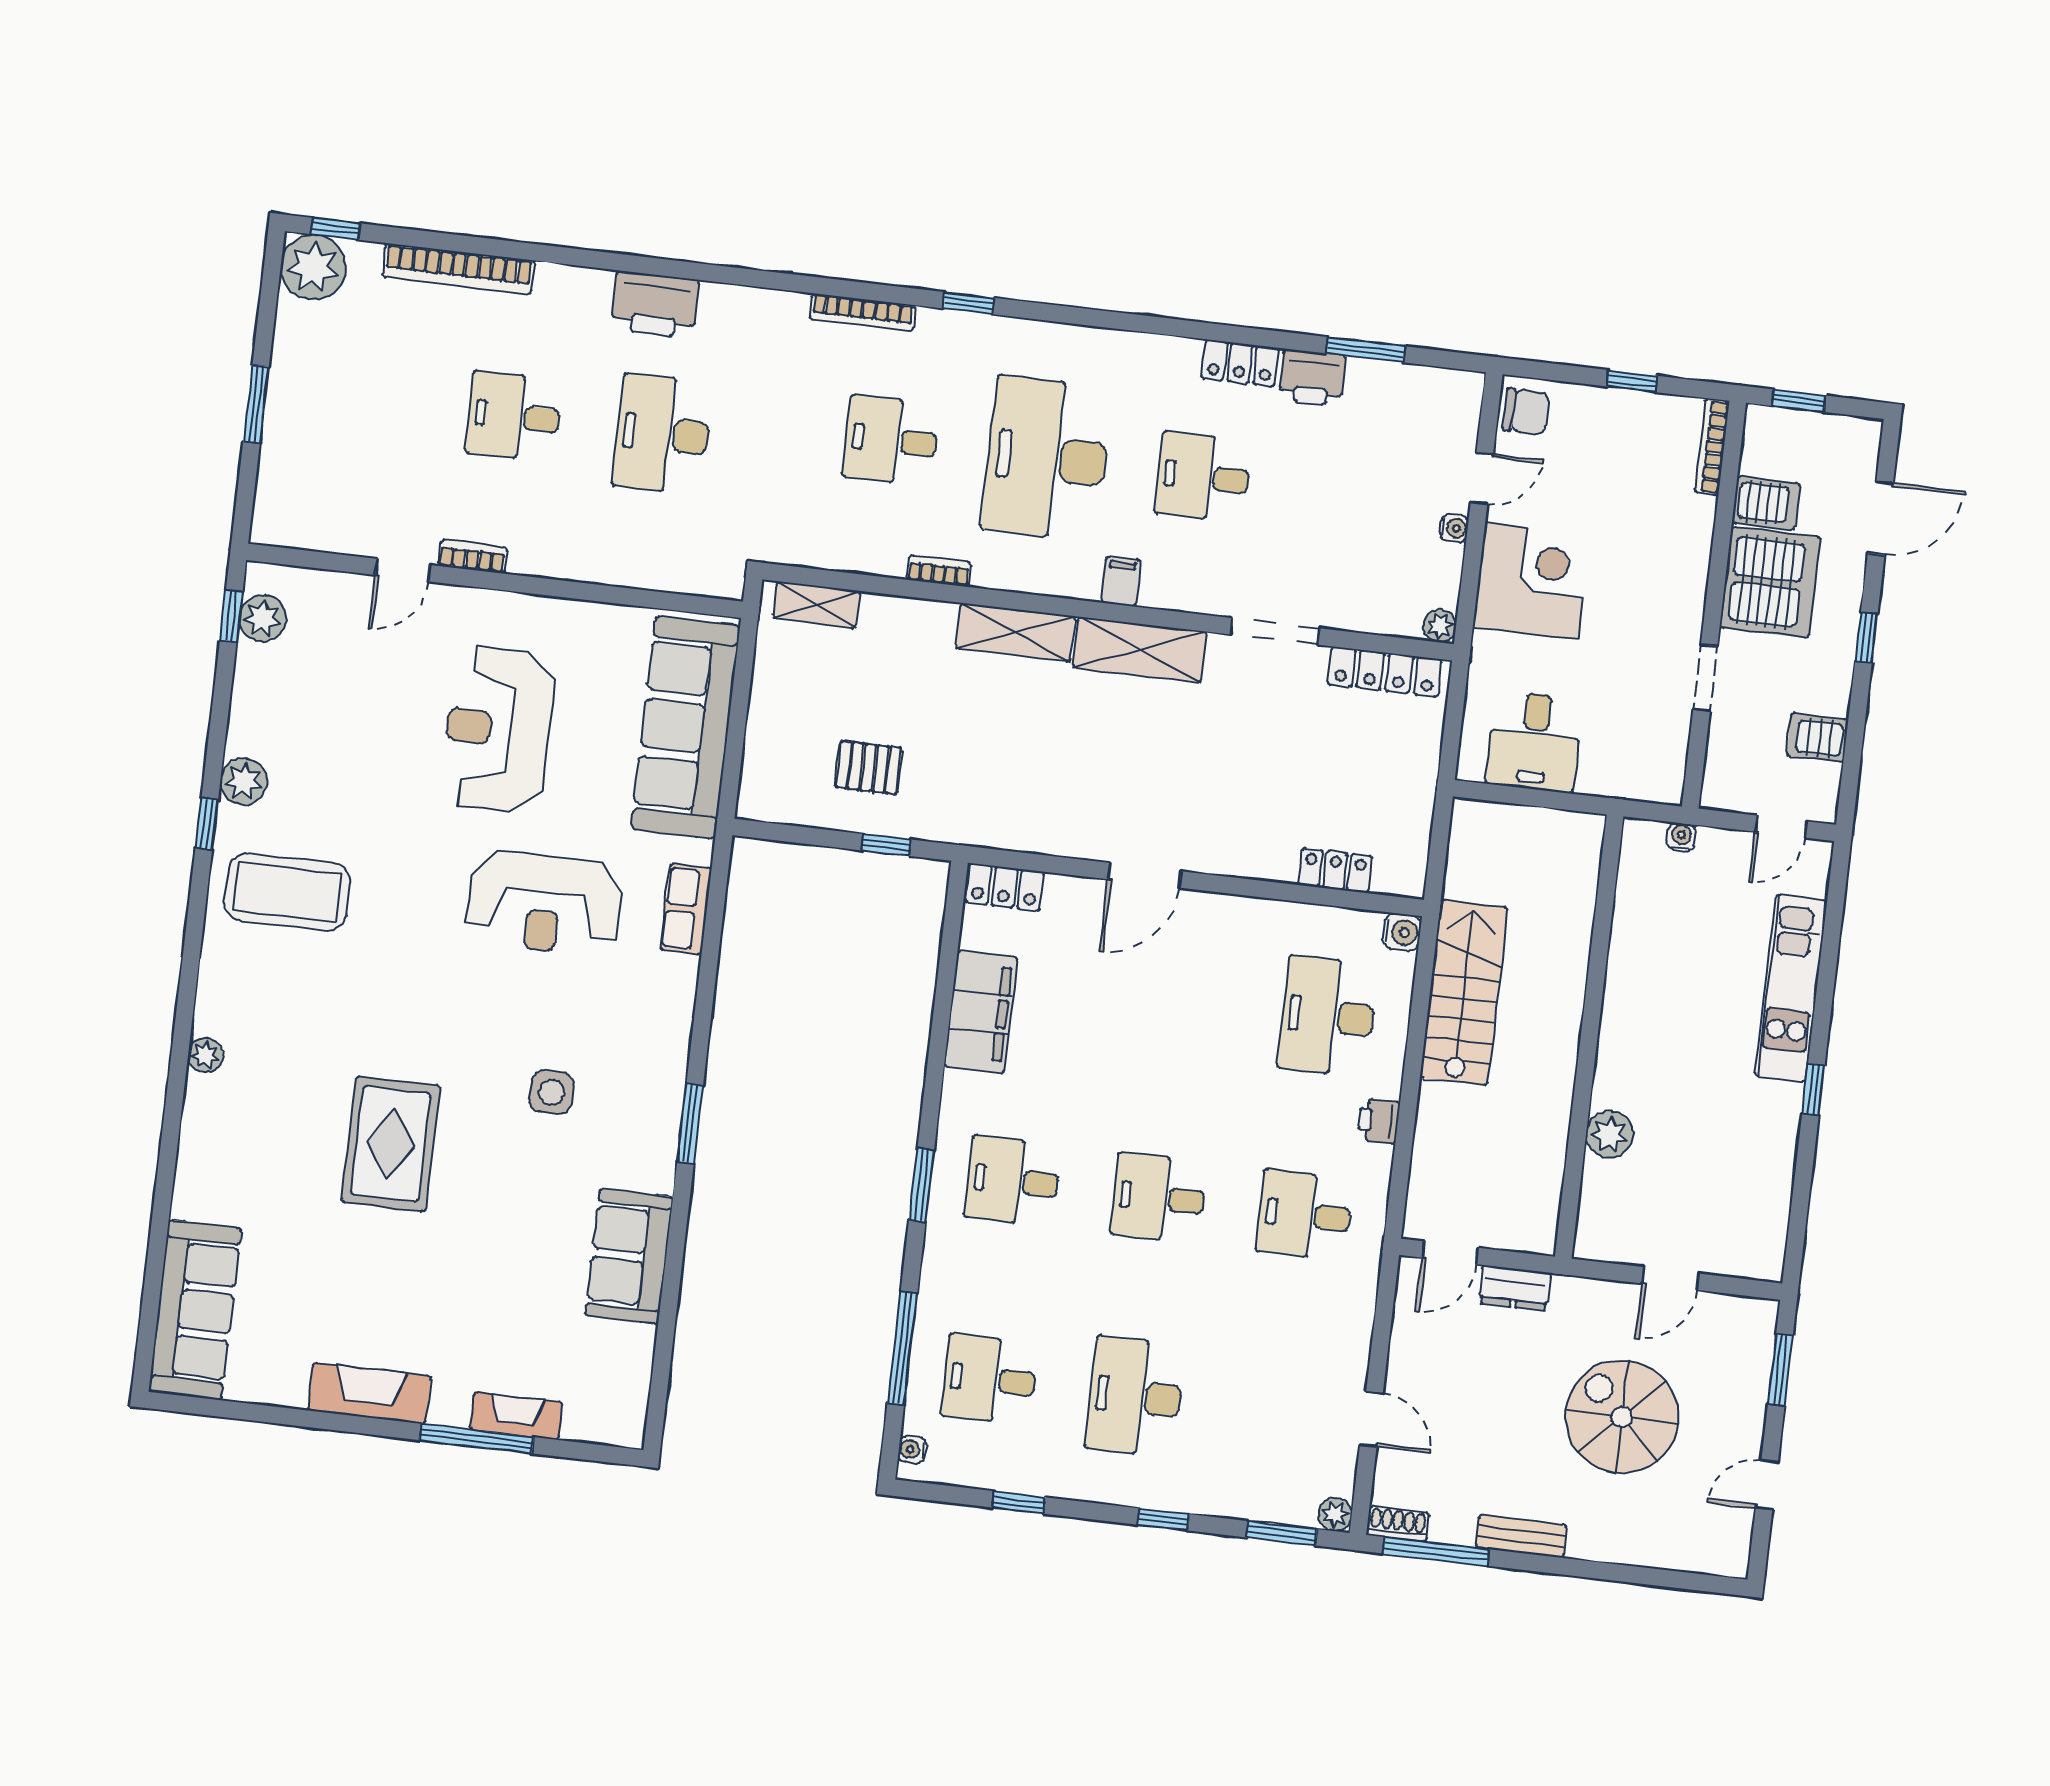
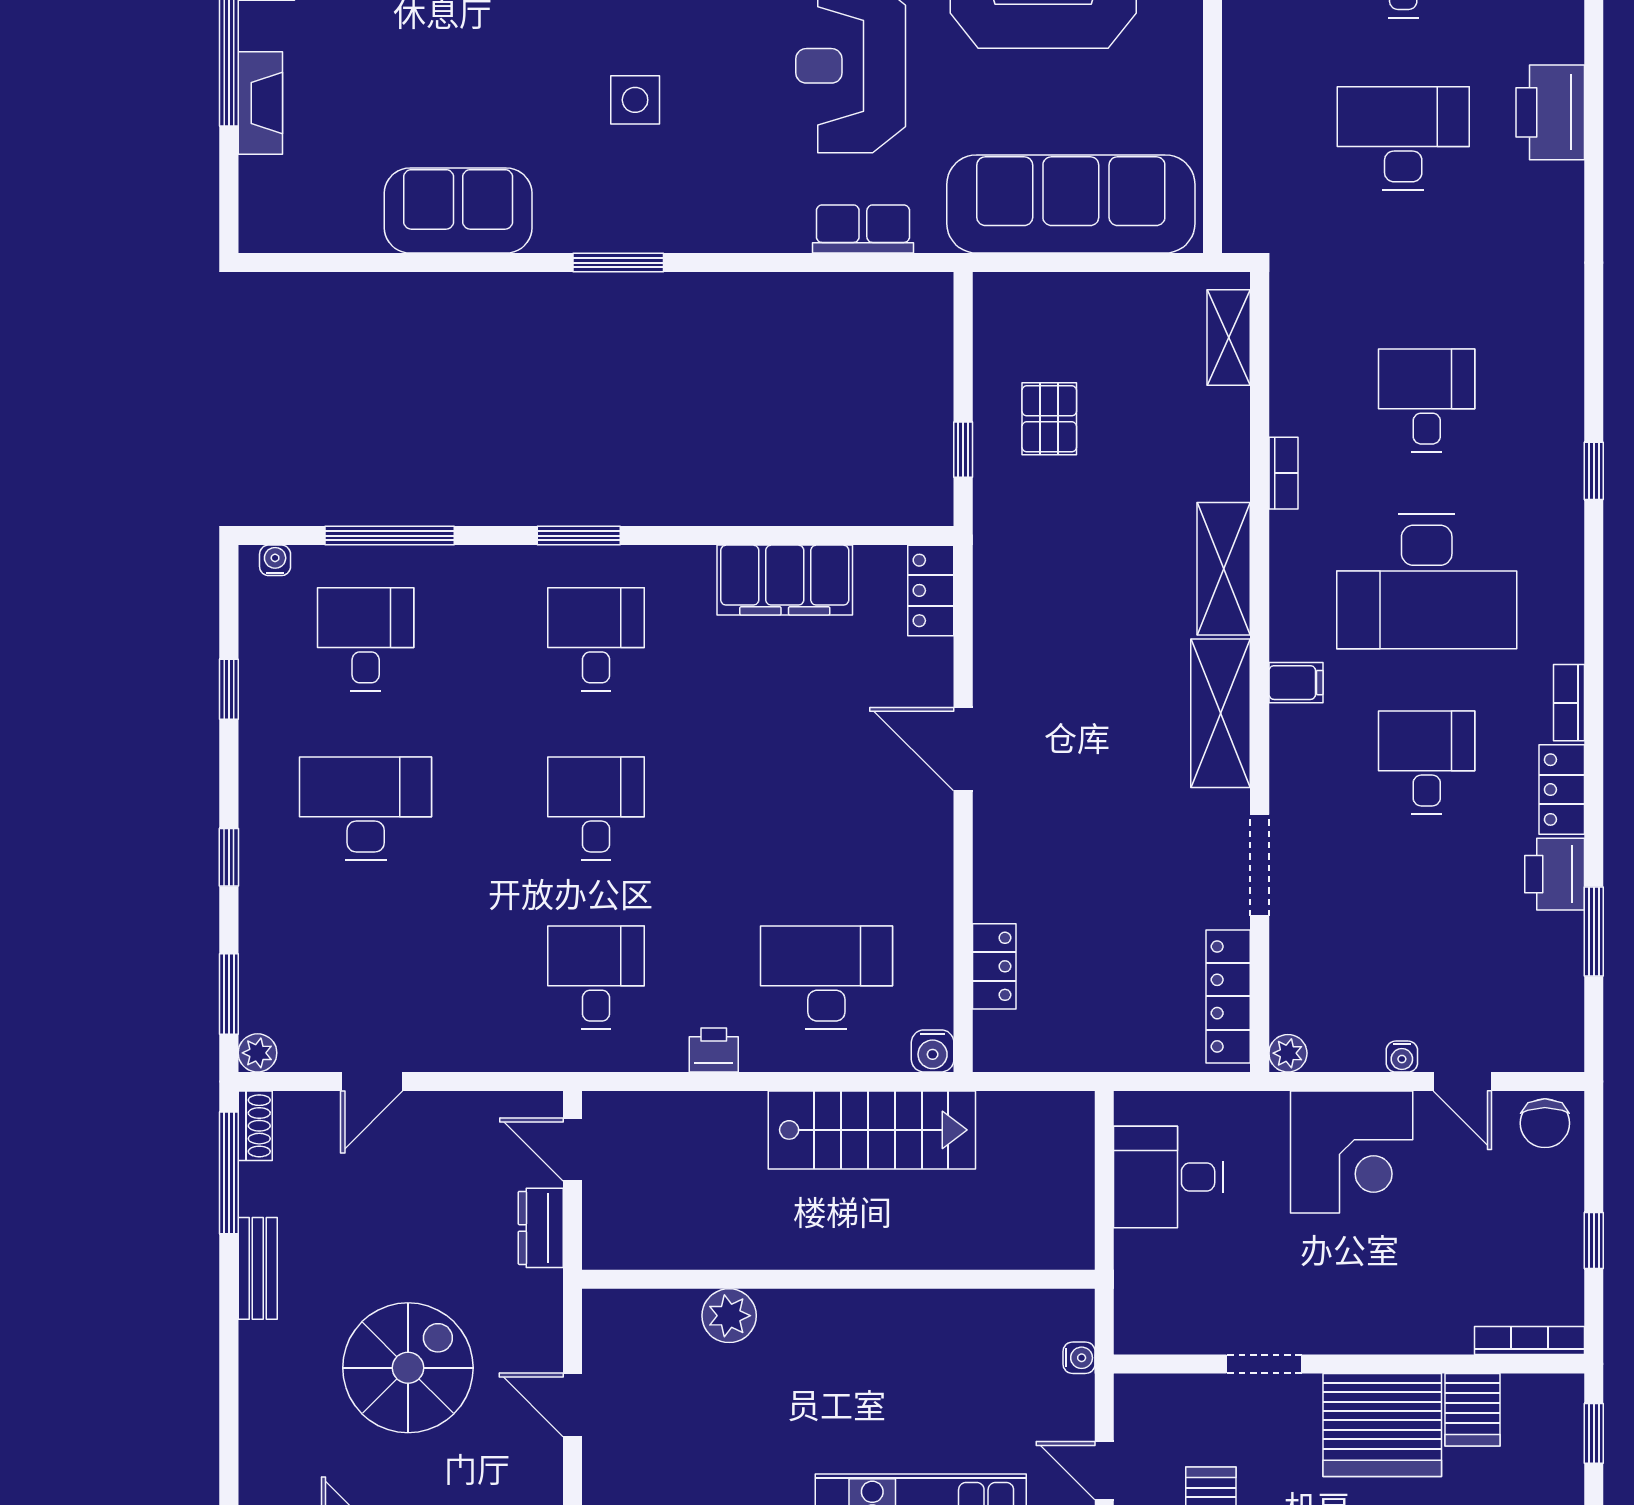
bookcase: (862, 312) -> (1569, 703), moved, width x0.64
desk: (1047, 458) -> (1427, 582), turned 180

